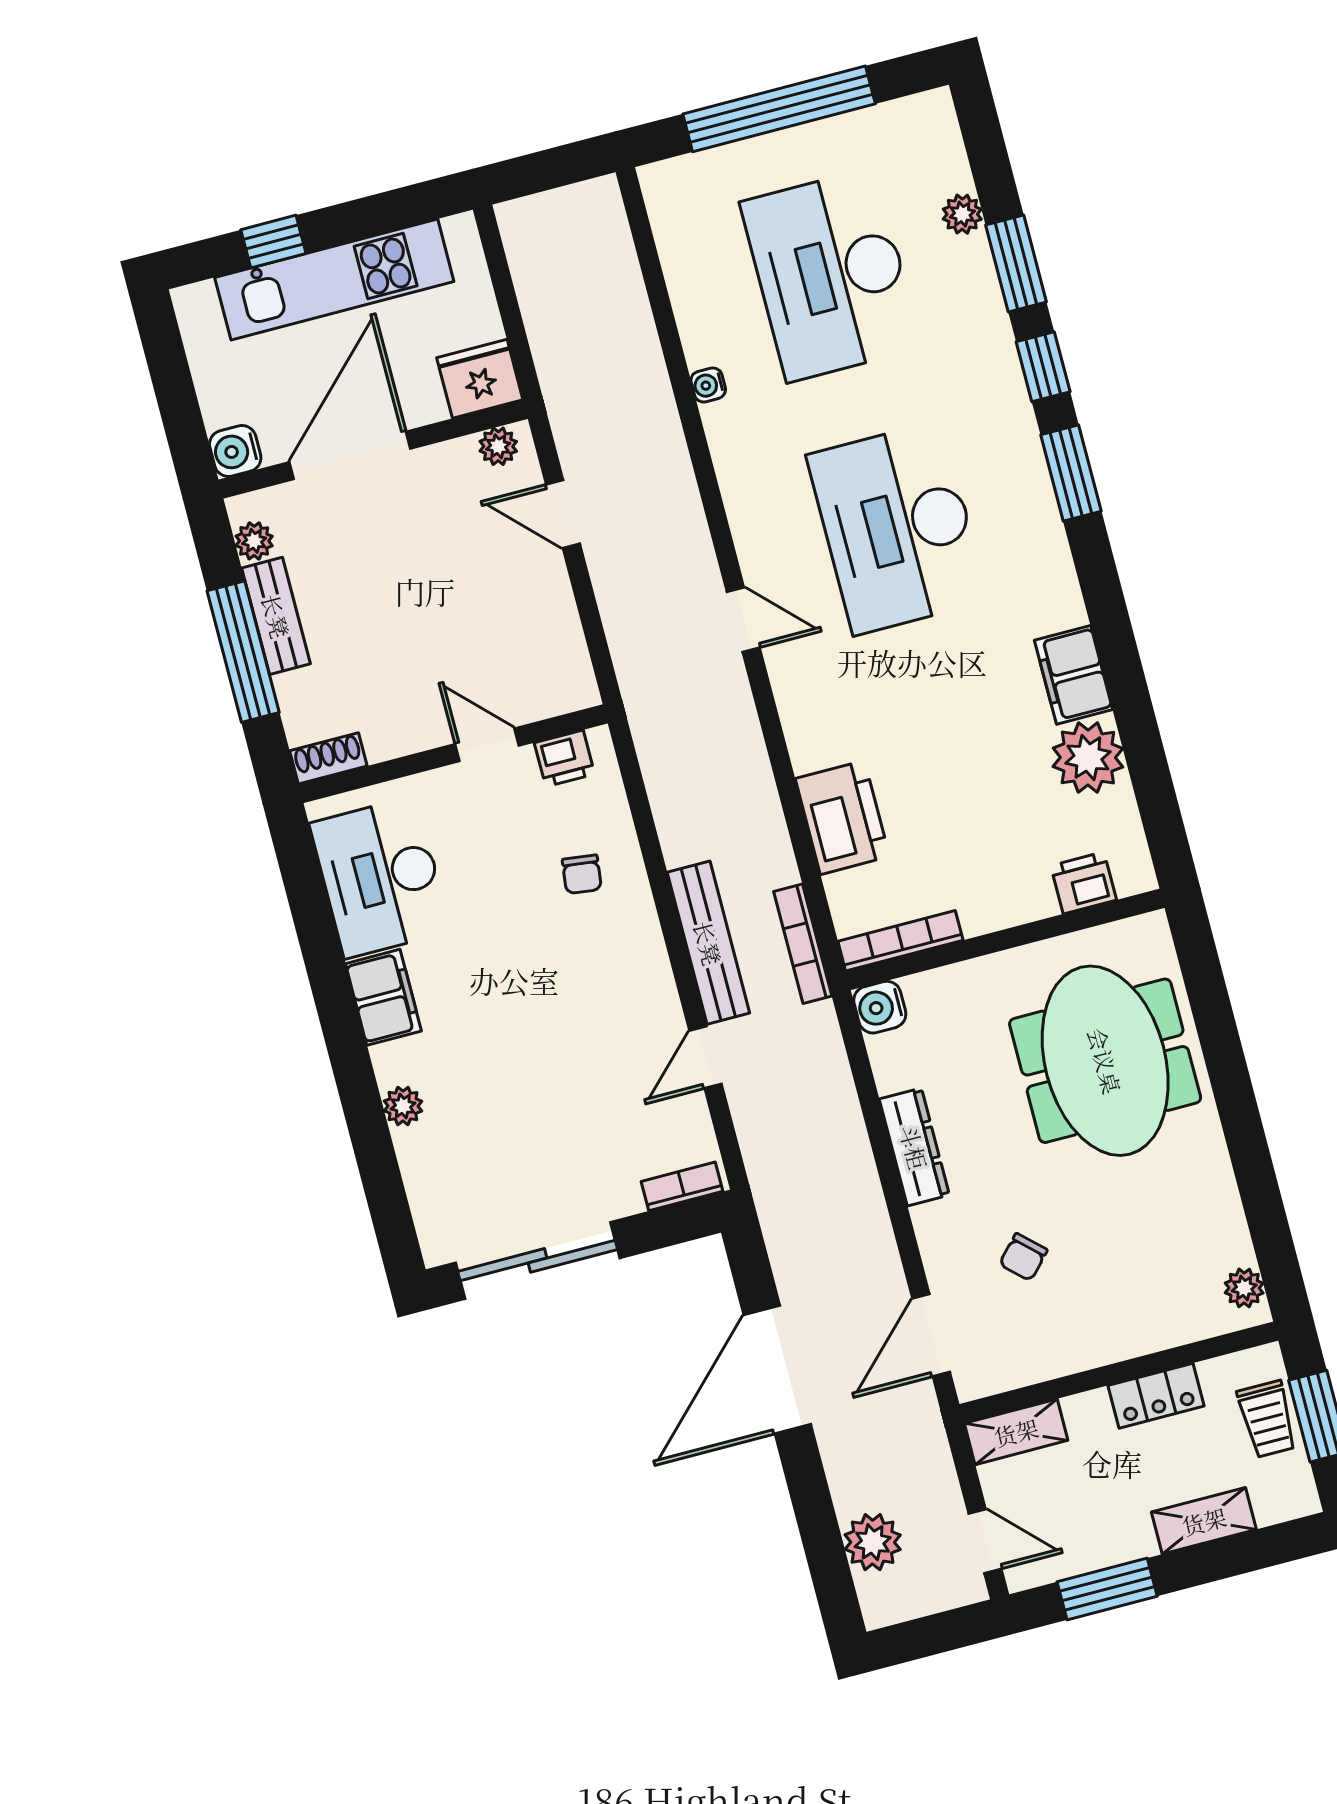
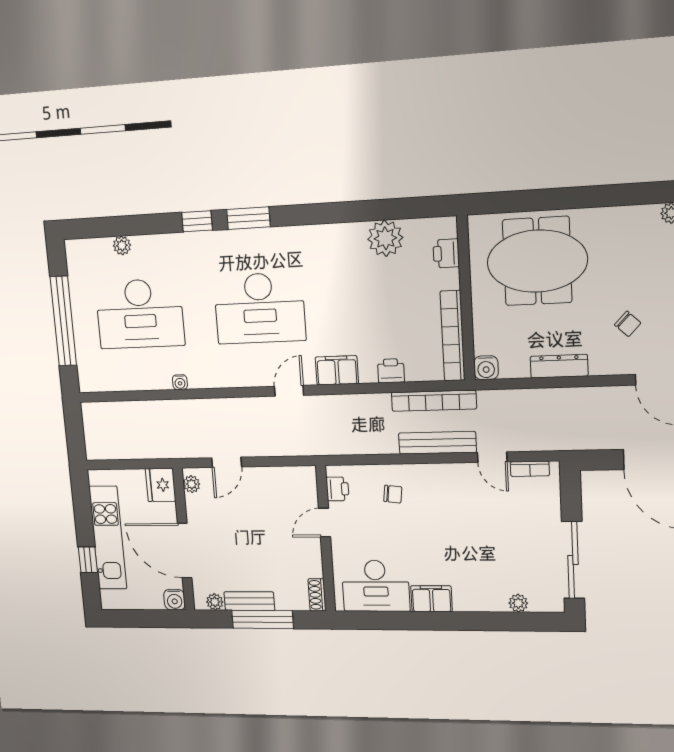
window: (1016, 264) -> (148, 224), removed
filing cabinet: (1074, 675) -> (337, 370), moved, turned 180
printer: (842, 817) -> (391, 371), width x0.53, depth x0.68
bookcase: (900, 941) -> (453, 336), width x1.48, depth x1.31
bookcase: (803, 944) -> (434, 401), width x1.48, depth x1.31
plant: (403, 1106) -> (518, 603), moved
bookcase: (682, 1186) -> (530, 469), moved, turned -90

